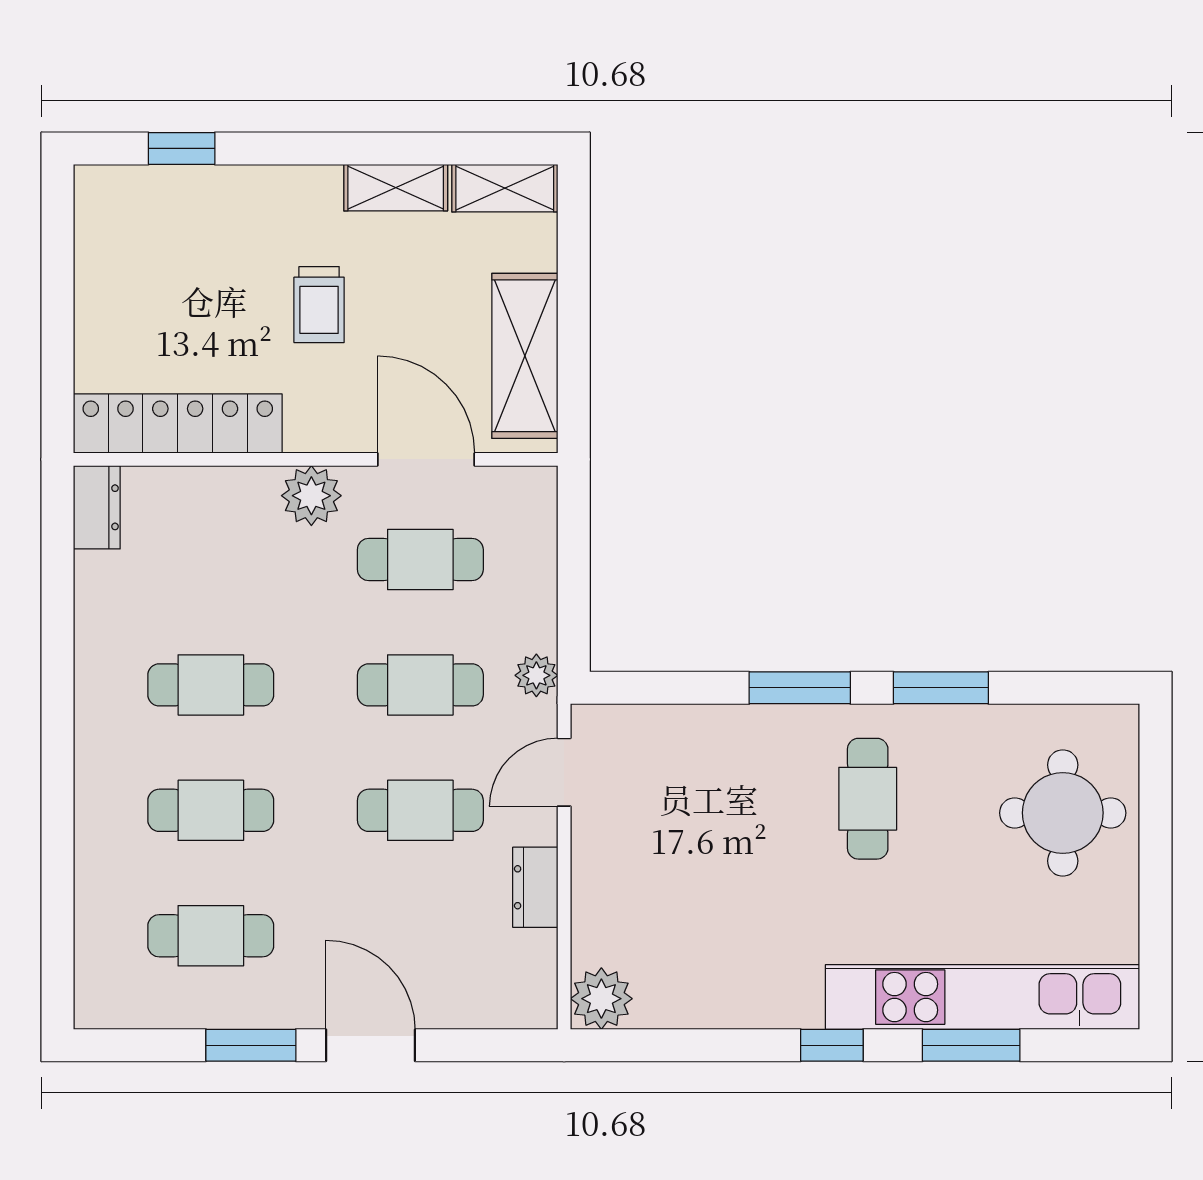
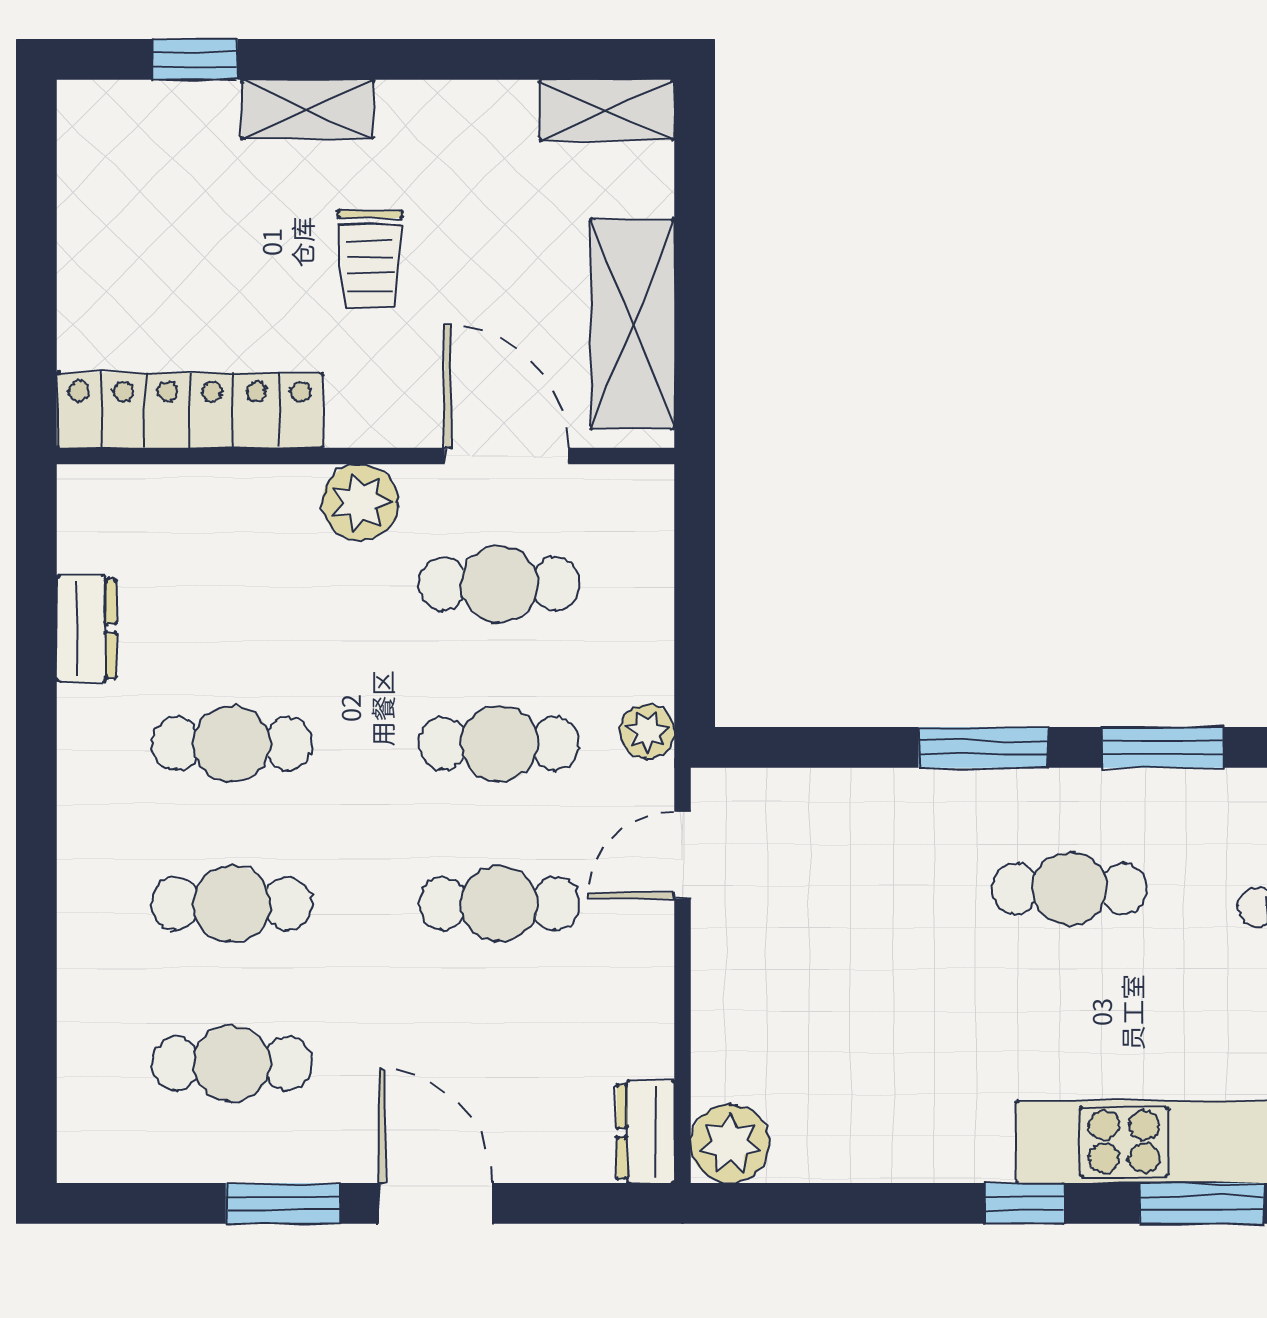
shelving: (396, 188) -> (307, 109), moved
dresser: (97, 507) -> (86, 628), moved
cafe table: (868, 799) -> (1070, 889), turned 90
dresser: (535, 887) -> (646, 1132), moved

